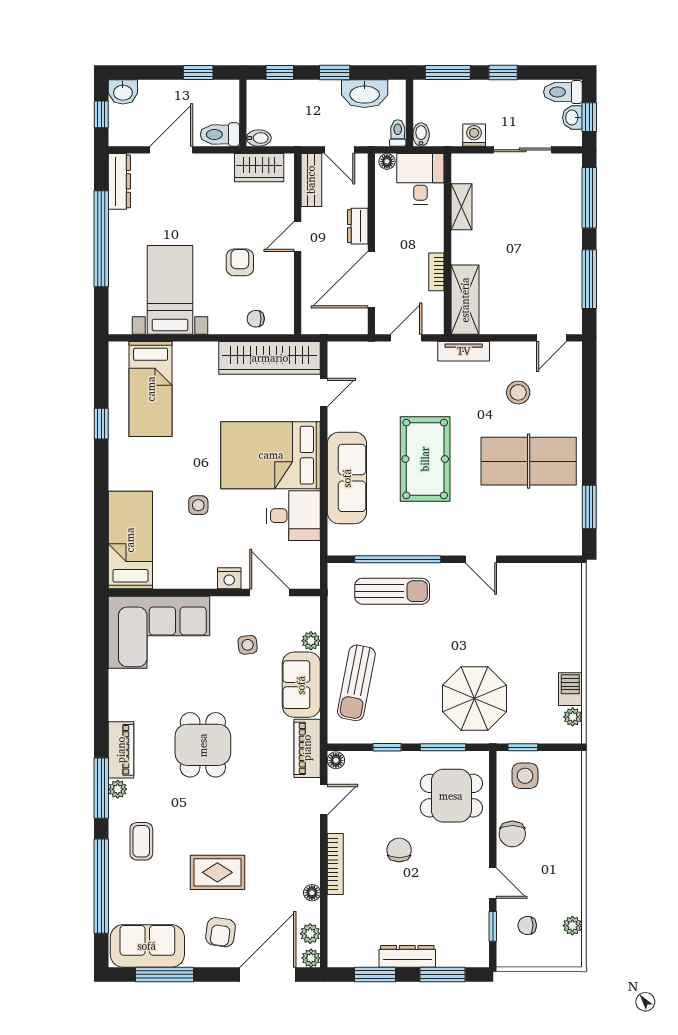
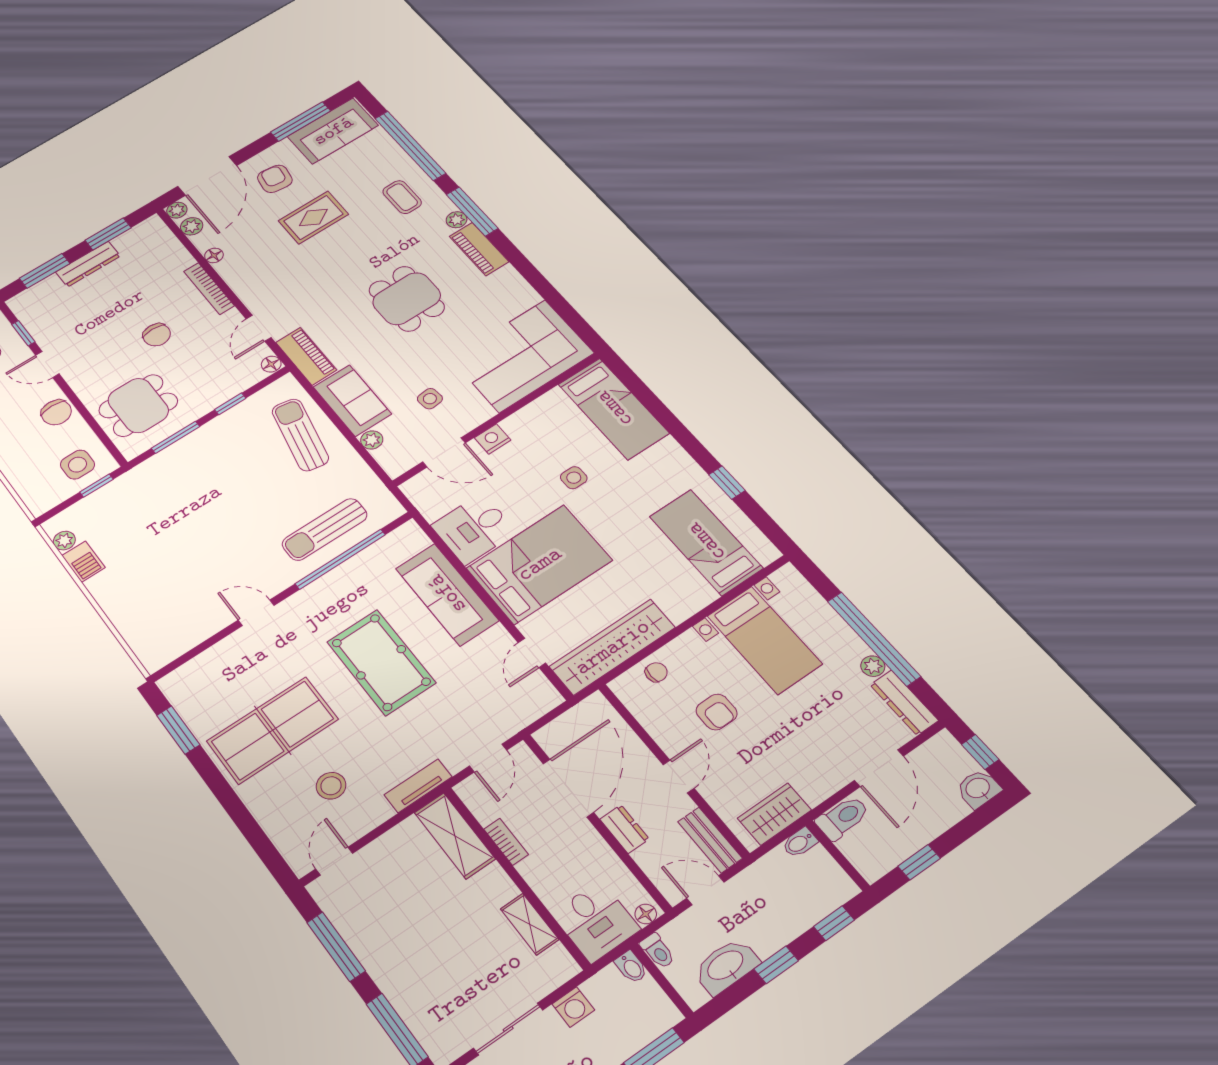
plant: (118, 220) -> (873, 666), added
parasol: (475, 699) -> (174, 494), removed
chair: (512, 834) -> (56, 412), turned 180

